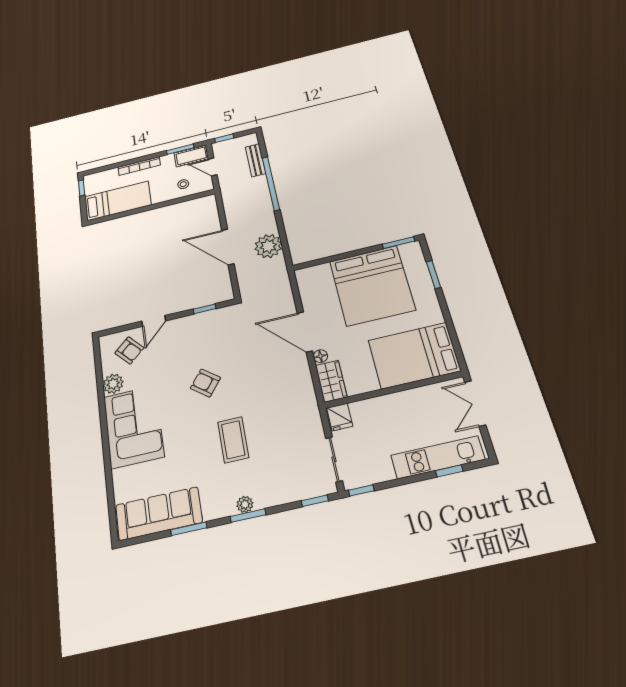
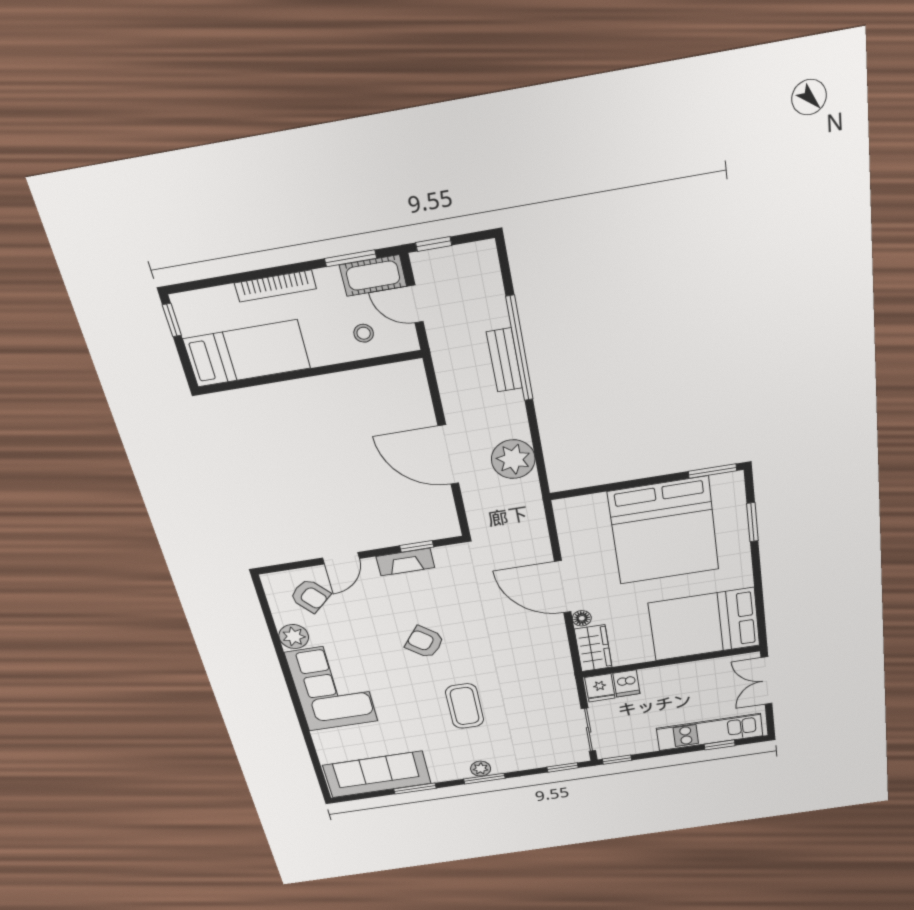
bench: (256, 160) -> (504, 360), moved
fireplace: (196, 321) -> (405, 562), added
dishwasher: (360, 412) -> (626, 683), added

